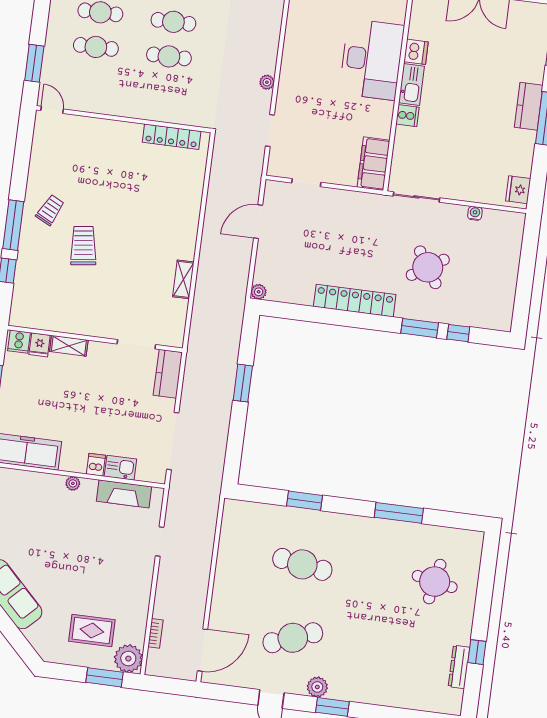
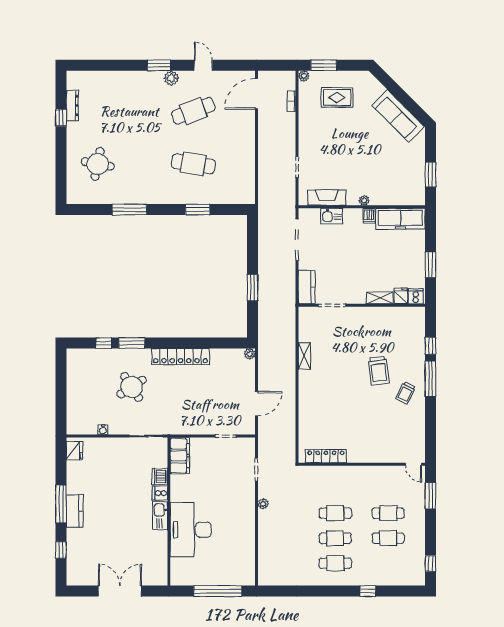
dishwasher: (416, 52) -> (160, 477), moved
dishwasher: (96, 465) -> (369, 216), moved
plant: (128, 659) -> (304, 76), width x0.53, depth x0.53

